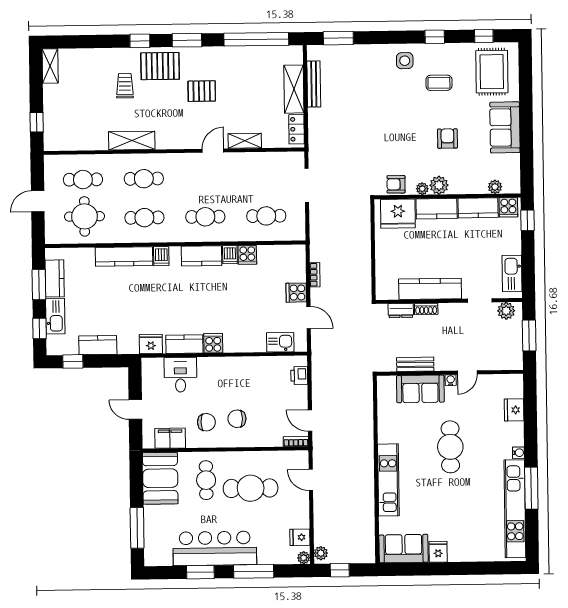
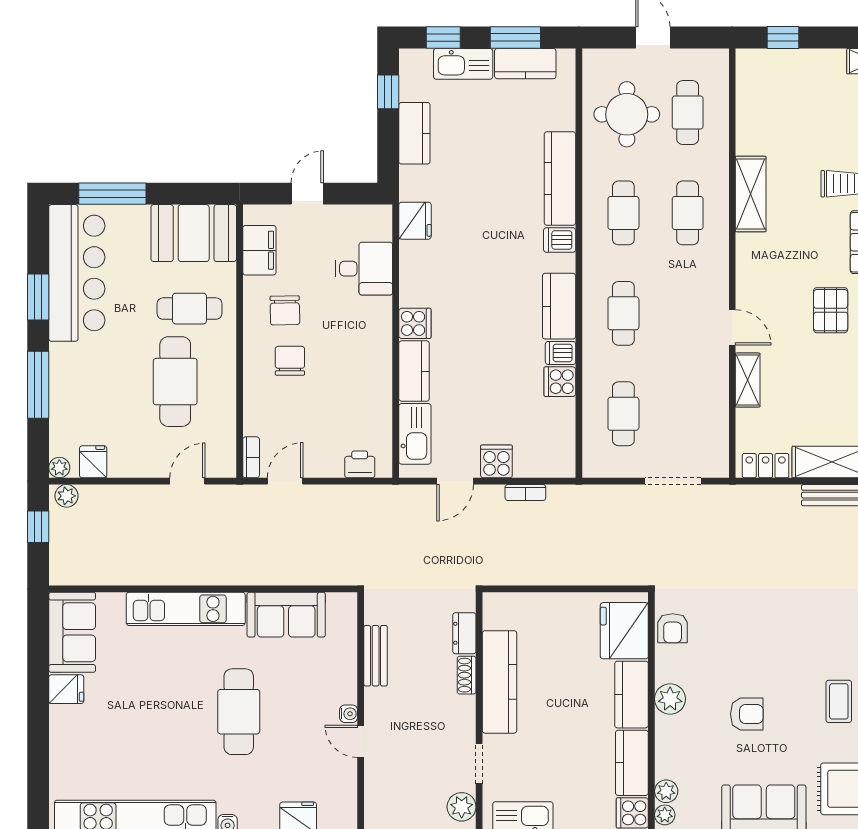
armchair: (396, 184) -> (673, 628), turned 180
plant: (422, 189) -> (665, 815), moved
kitchen sink: (280, 342) -> (415, 434), width x1.38
kitchen counter: (184, 344) -> (414, 371), moved
sofa: (420, 389) -> (286, 615), moved, turned -90
cafe table: (450, 447) -> (239, 712), turned 90
bar counter: (215, 548) -> (77, 273), moved

